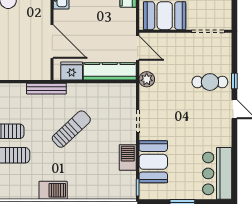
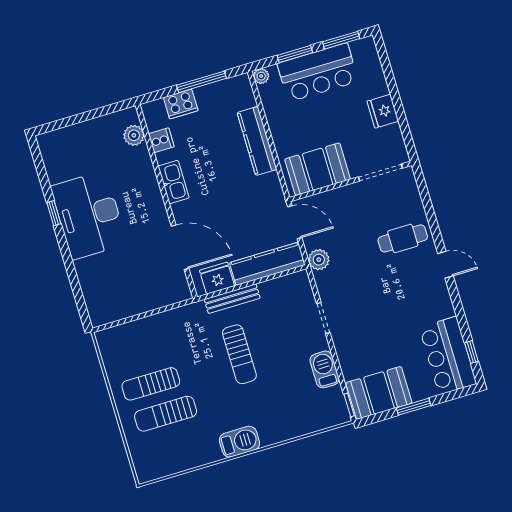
window: (234, 81) -> (471, 352), moved
bench: (46, 89) -> (232, 299), moved
sun lounger: (71, 129) -> (239, 354), turned 133
booth: (153, 162) -> (379, 393), moved, turned 90

